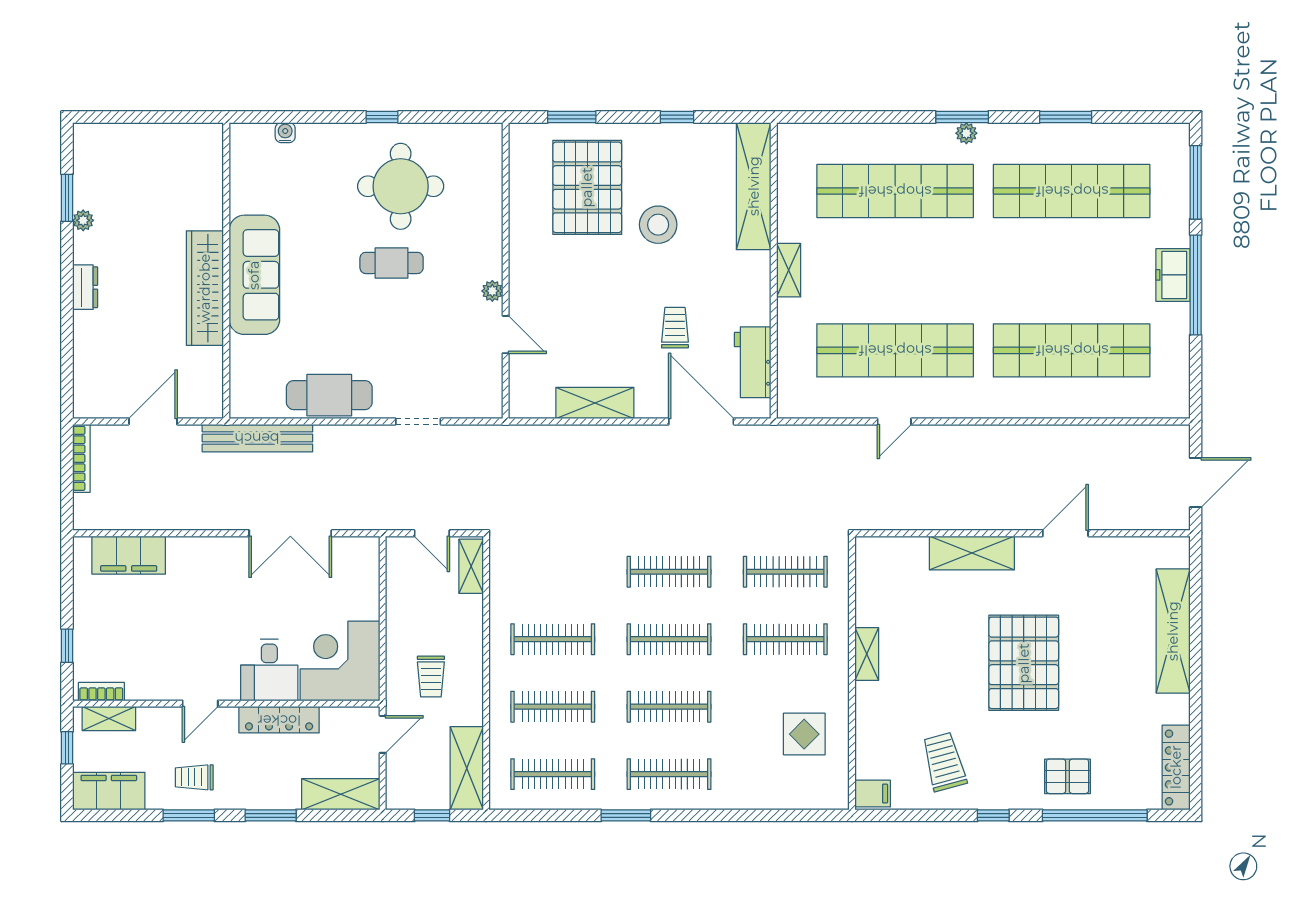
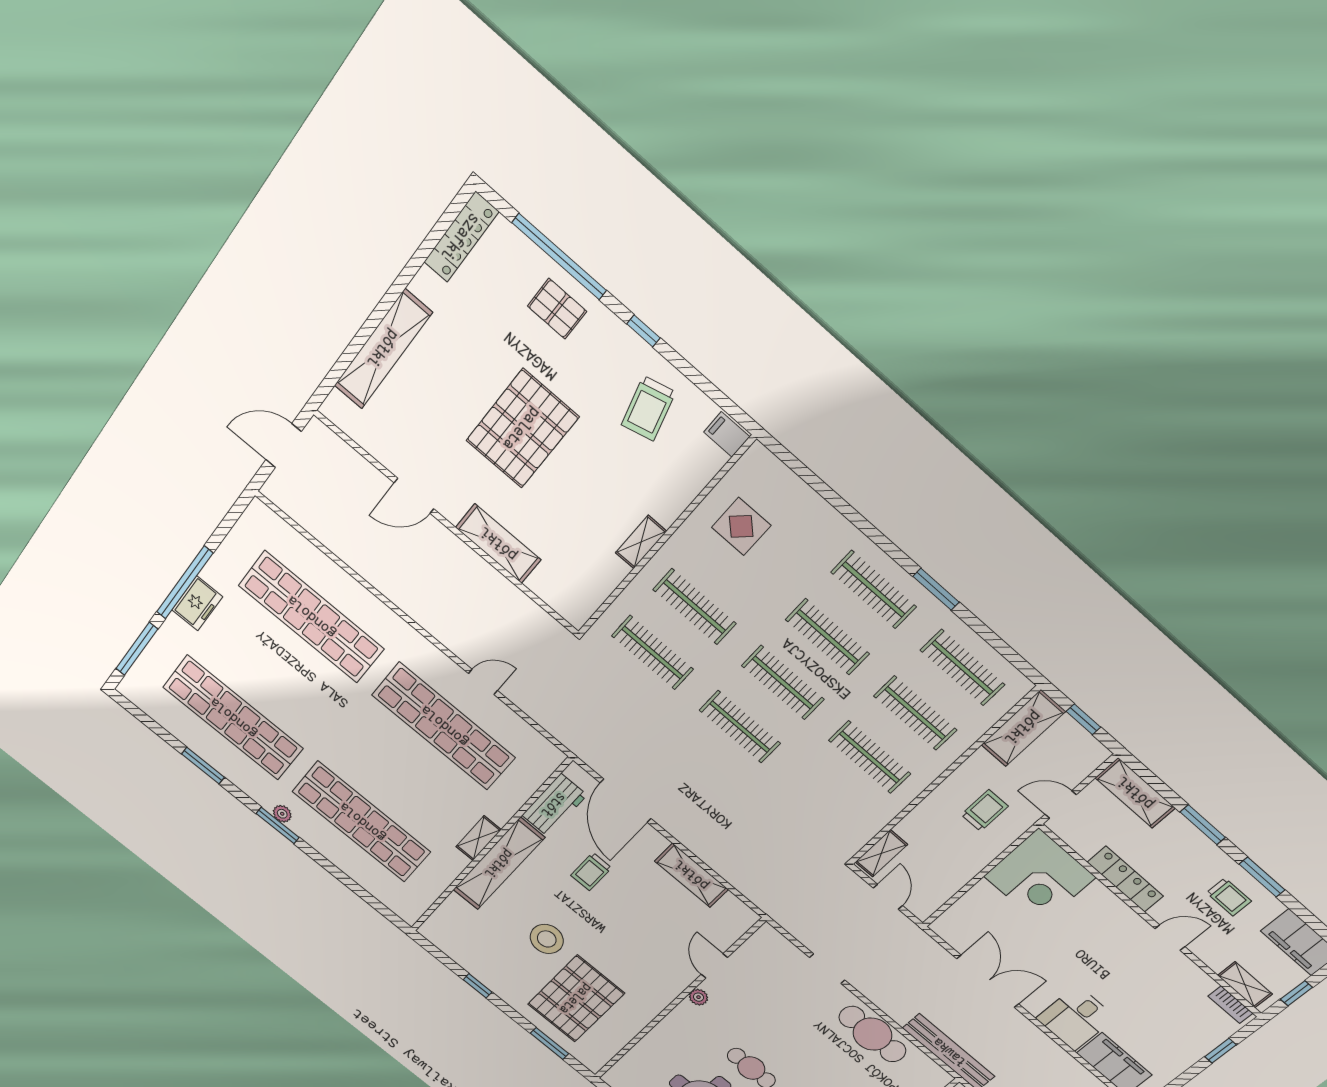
shelving: (754, 186) -> (499, 864), moved
desk: (269, 670) -> (1076, 1018), moved, turned 180

